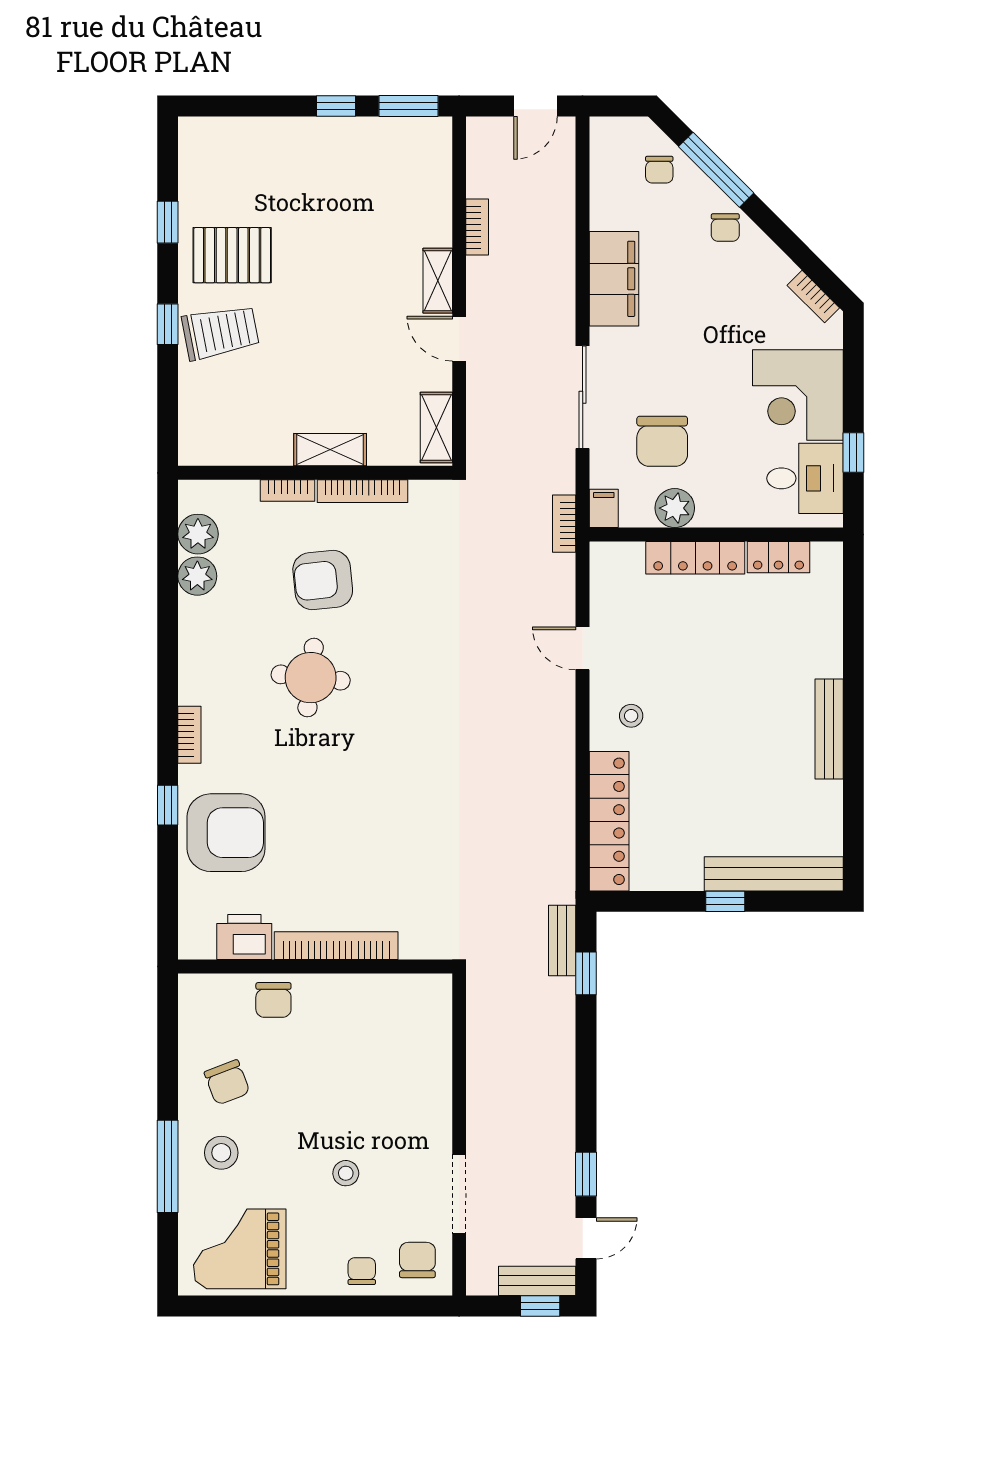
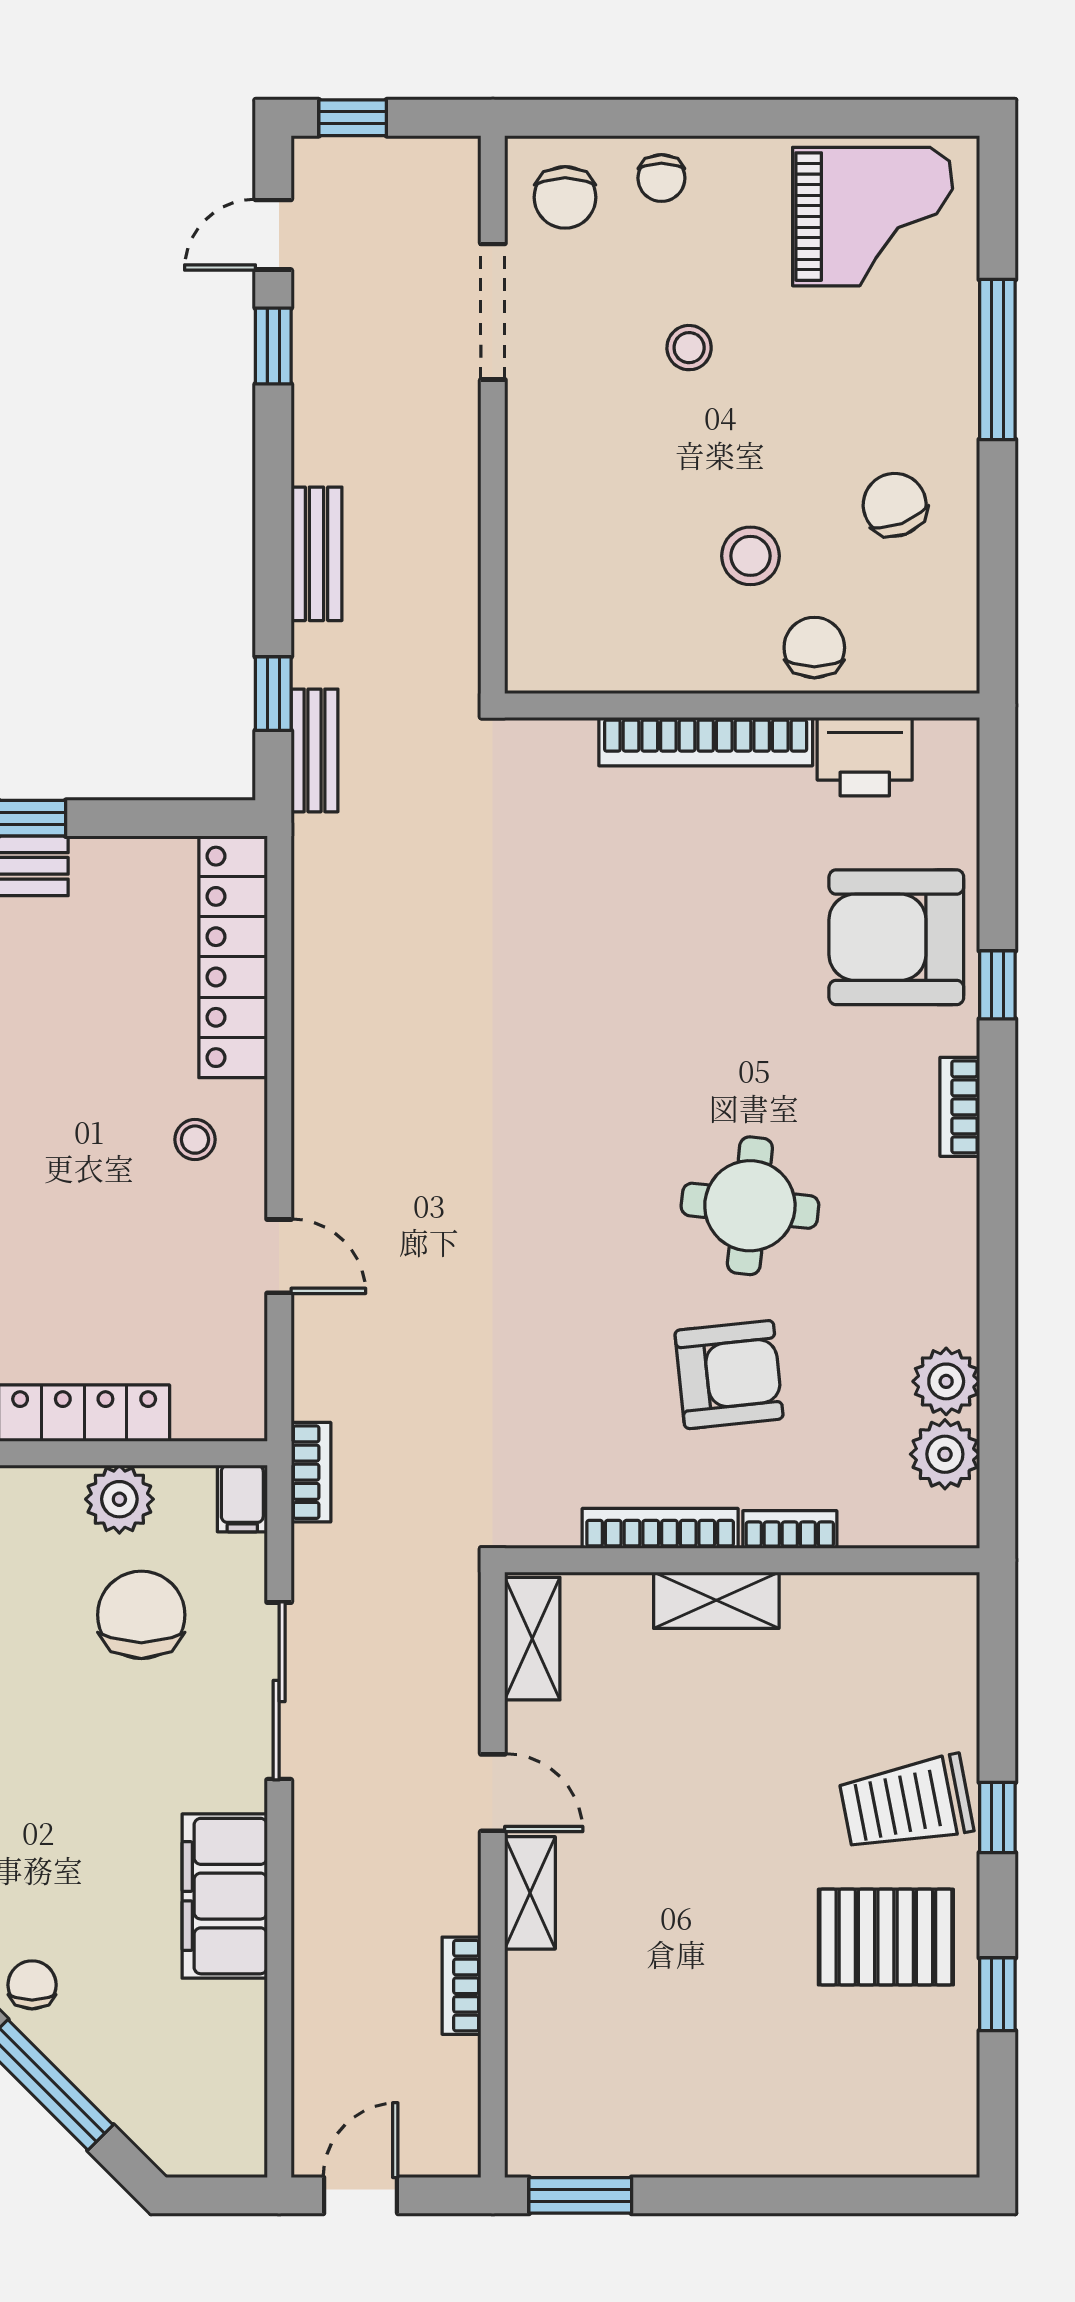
window: (336, 106) -> (706, 2195), removed
chair: (659, 170) -> (146, 2085), removed
stool: (221, 1153) -> (750, 556), moved
bench: (537, 1281) -> (316, 554), moved, turned 90

